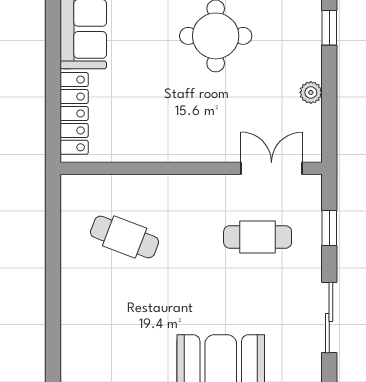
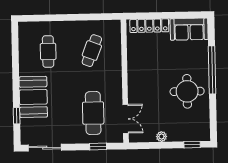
cafe table: (258, 237) -> (93, 113), width x1.37, depth x1.35
sliding door: (329, 317) -> (45, 148), moved
cafe table: (125, 330) -> (48, 51), added

